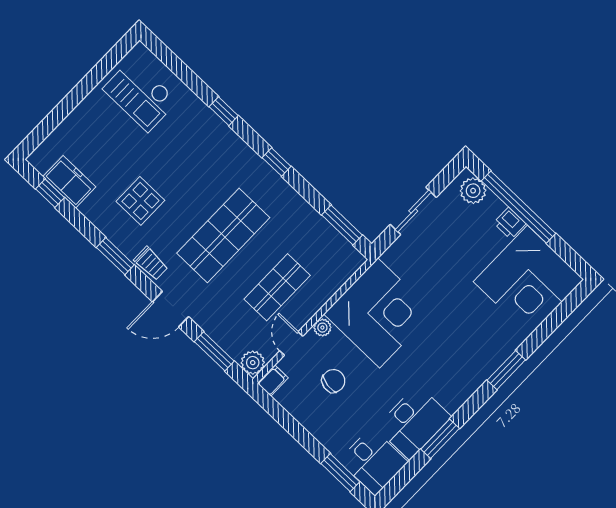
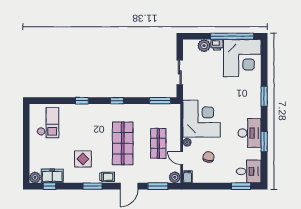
checkout: (140, 95) -> (48, 123), turned -90
plant: (41, 159) -> (35, 177), added
plant: (473, 191) -> (204, 46), moved
window: (519, 207) -> (232, 36), moved
desk: (413, 422) -> (250, 133), moved

